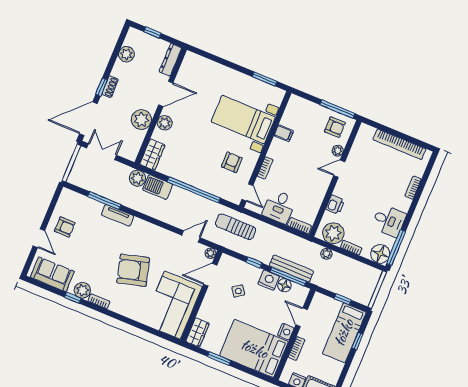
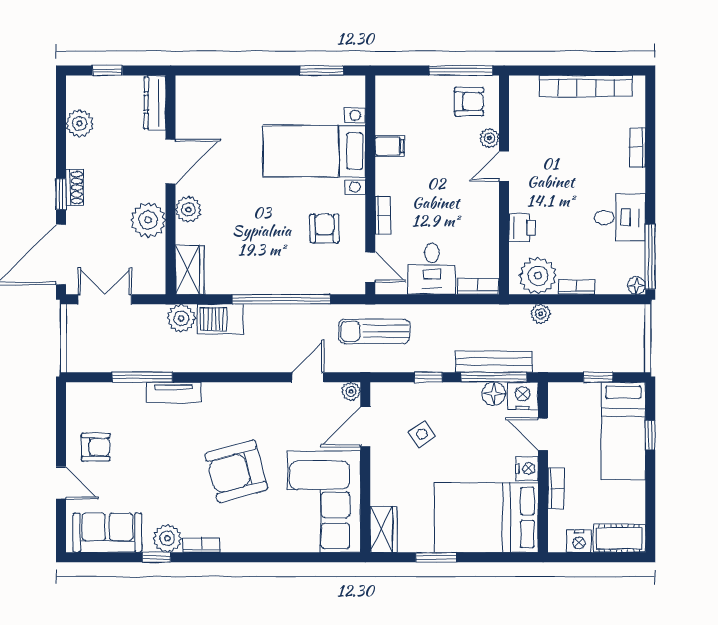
floor lamp: (380, 254) -> (636, 286), width x0.53, depth x0.53
nightstand: (269, 280) -> (523, 396), moved

